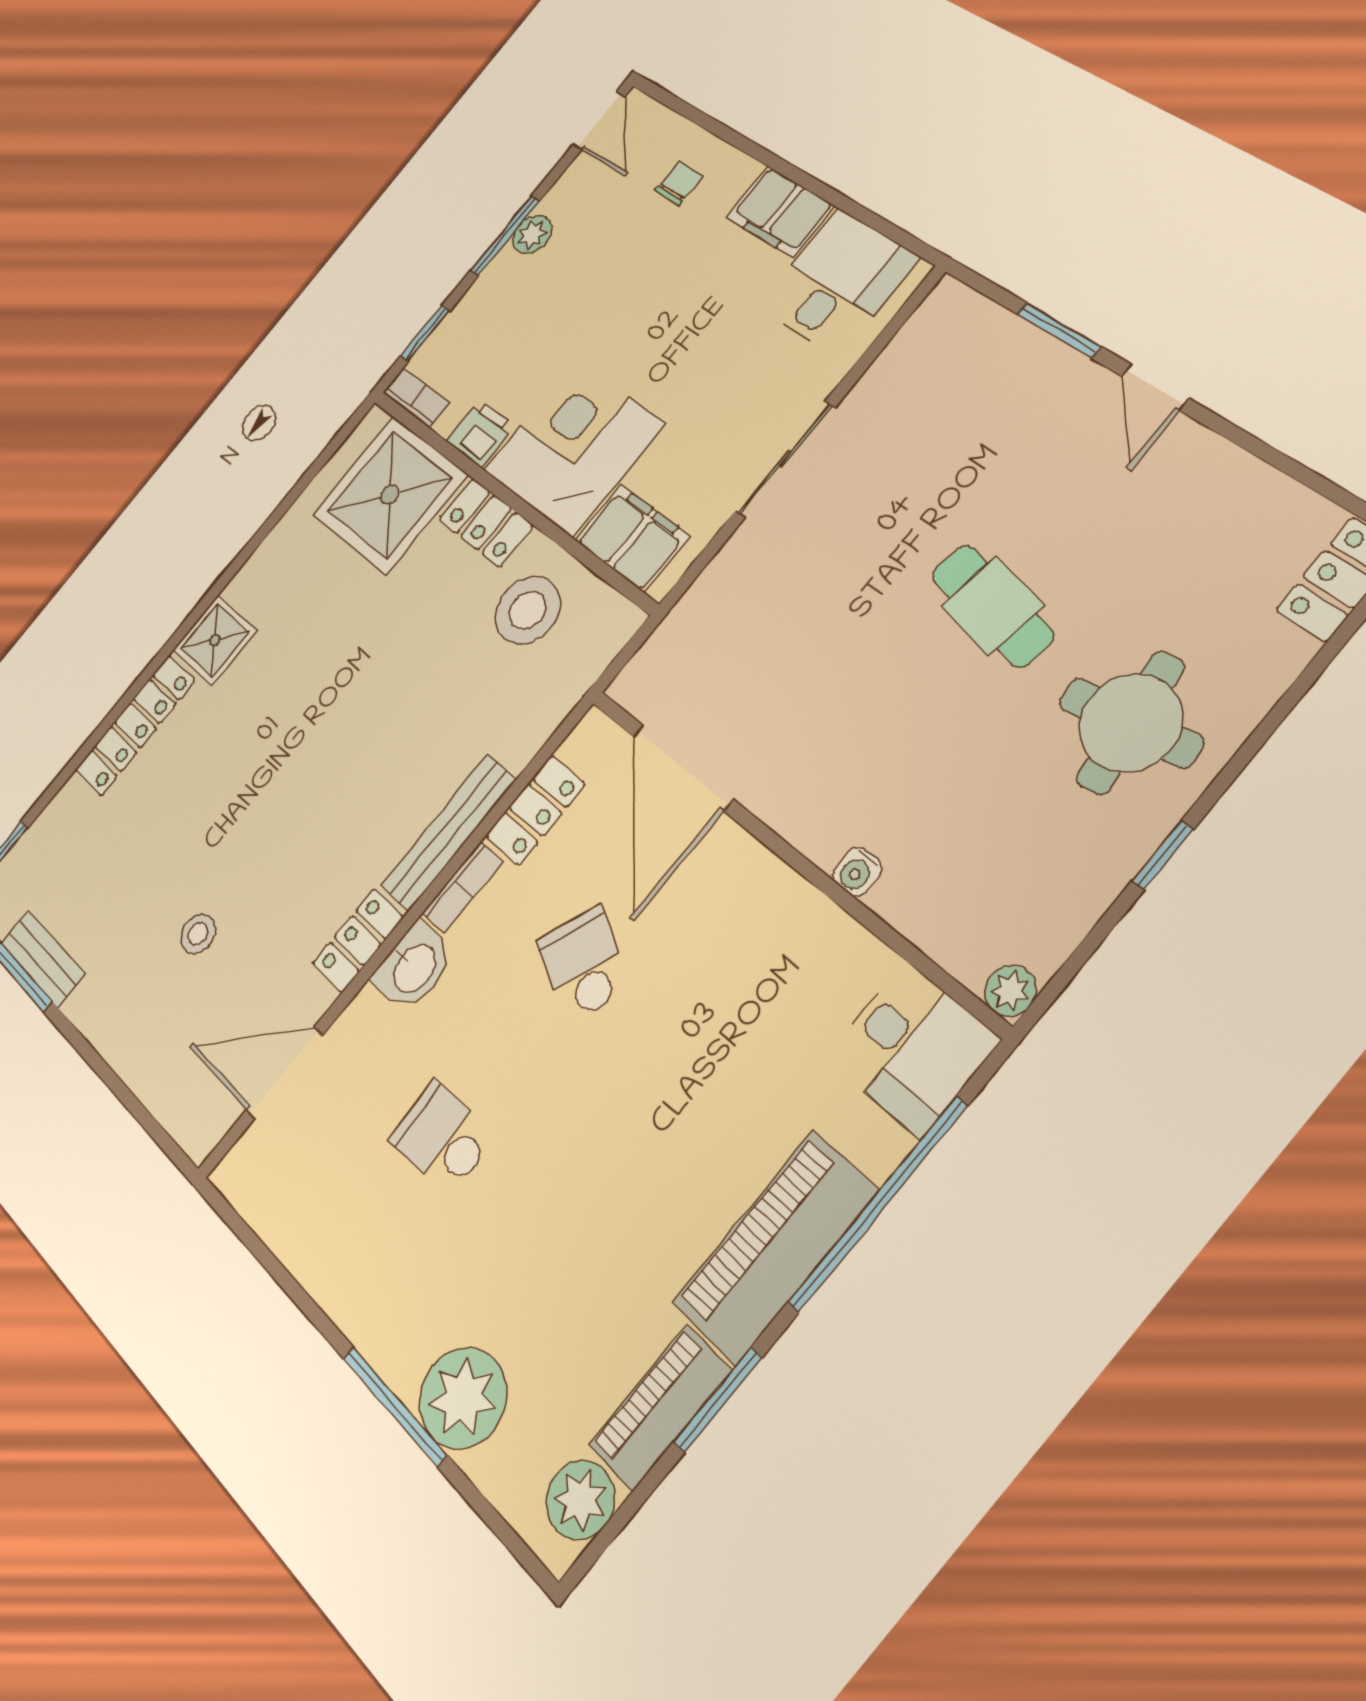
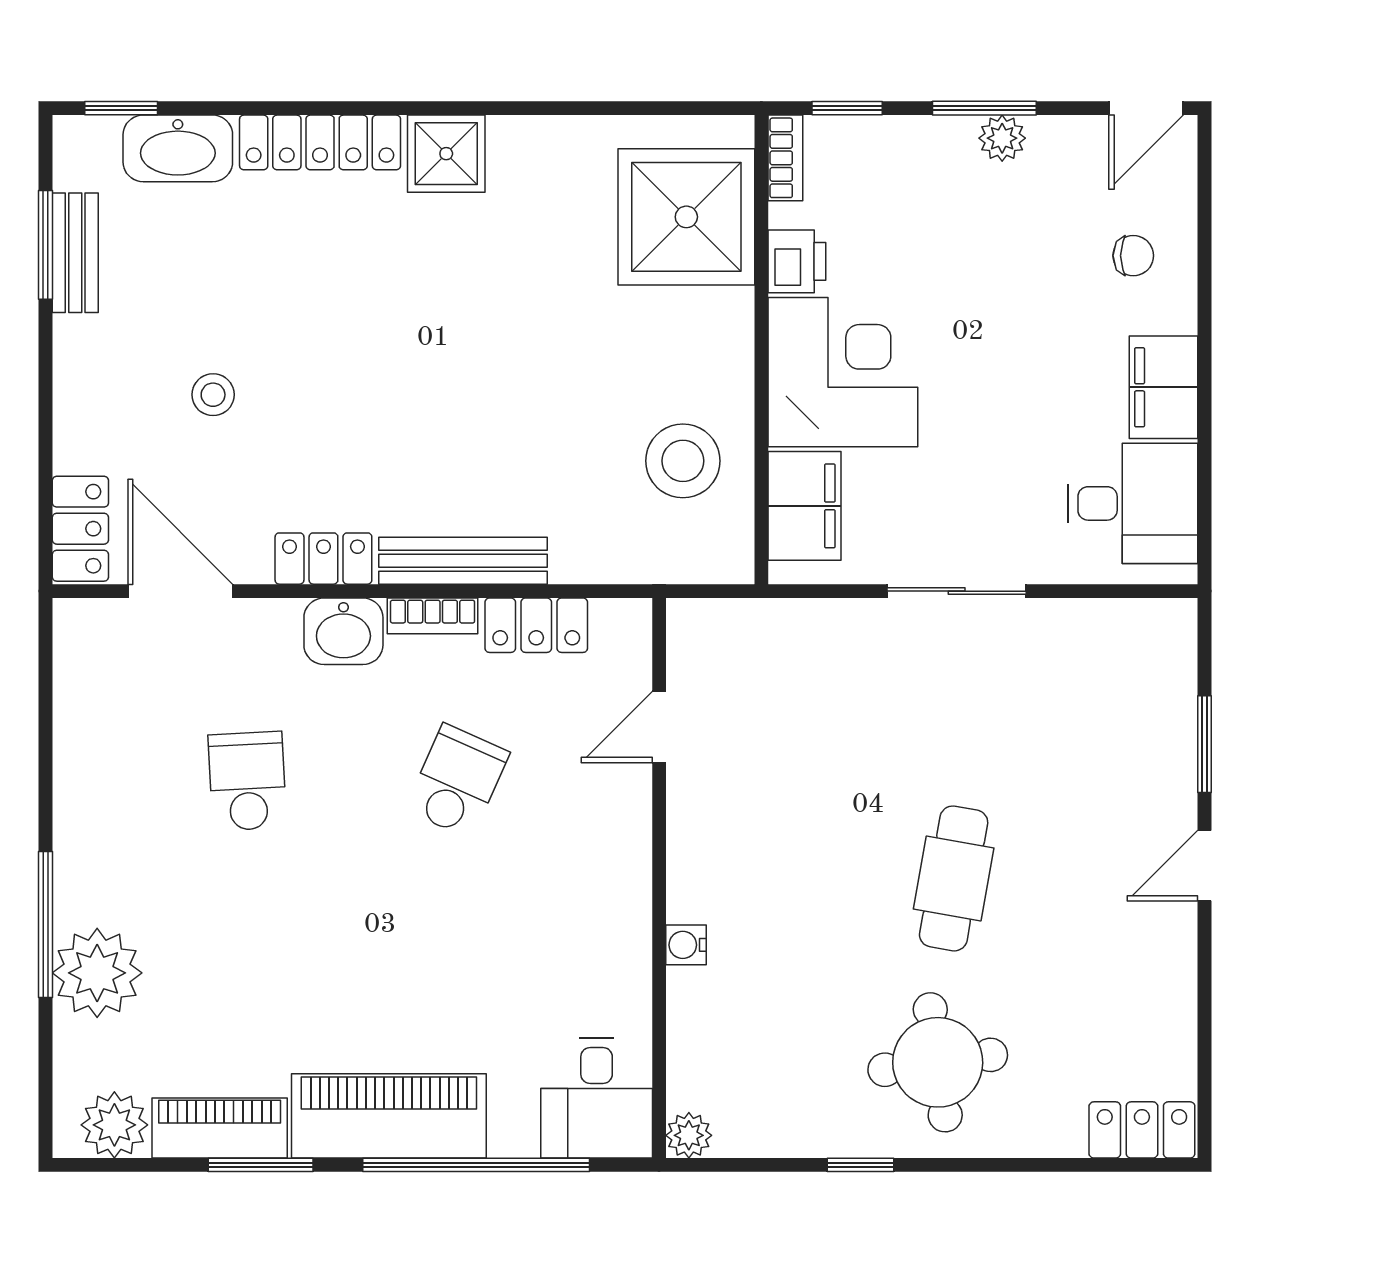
locker: (486, 523) -> (80, 529), moved, turned 180
door: (683, 767) -> (659, 727), width x0.53
washbasin: (55, 830) -> (178, 148), added

